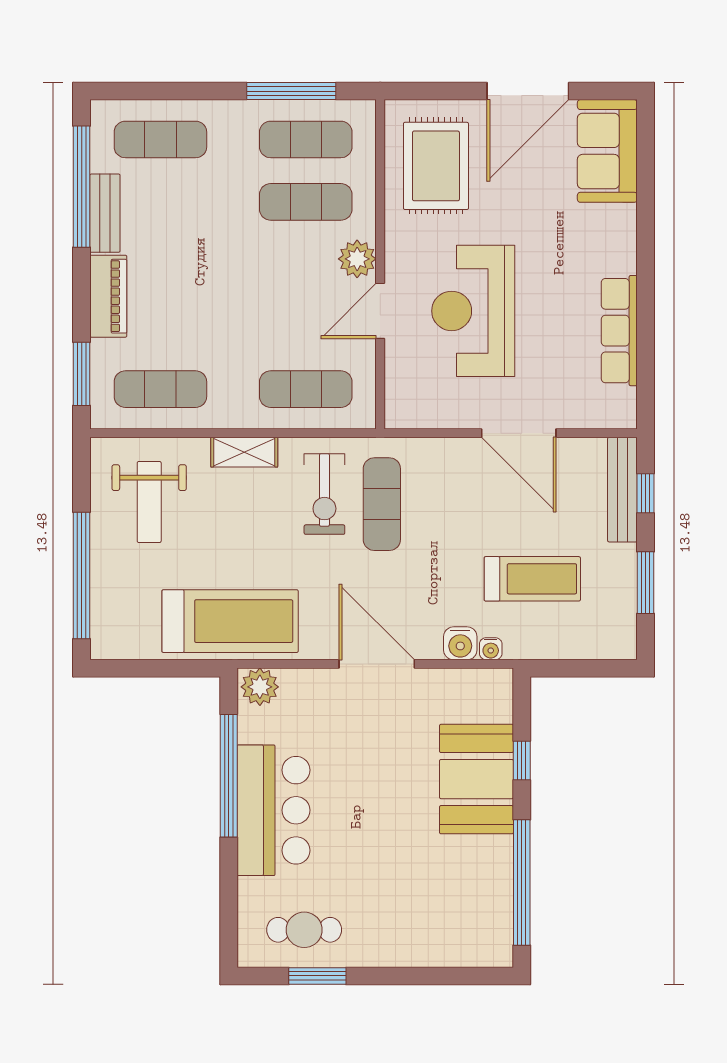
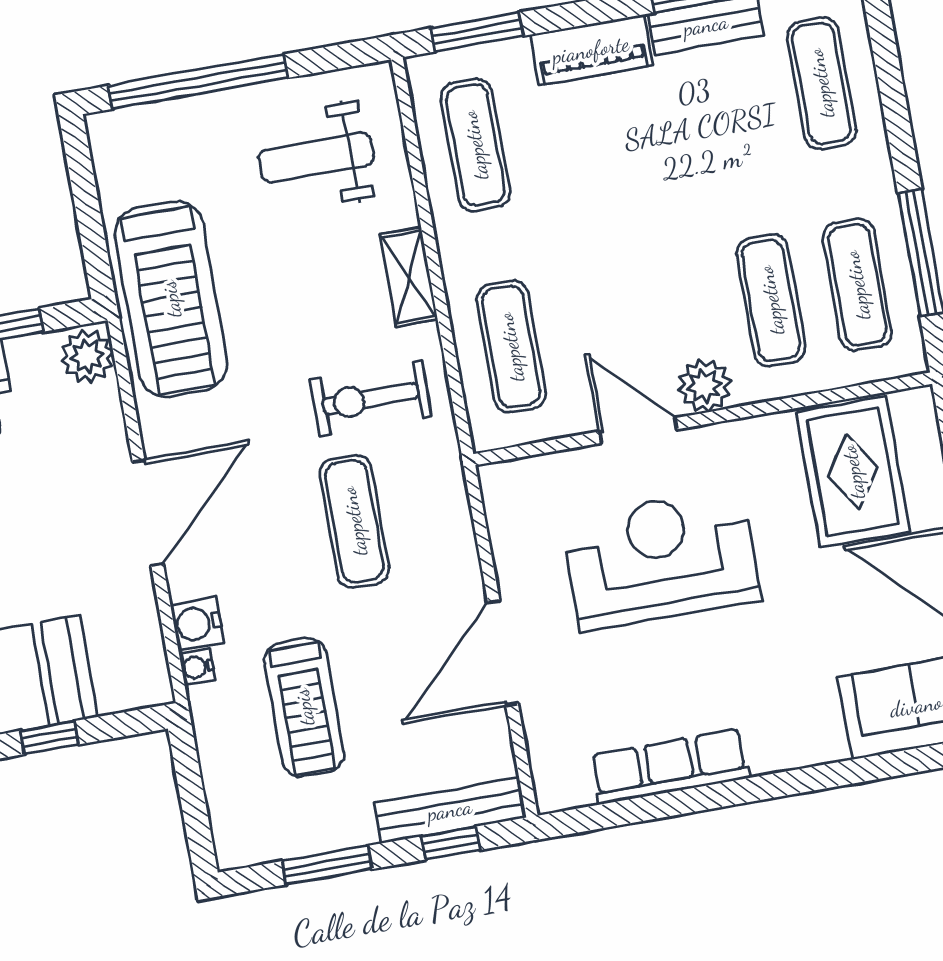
rug: (436, 166) -> (853, 472), turned 90
exercise mat: (382, 504) -> (354, 521), moved, turned 90

